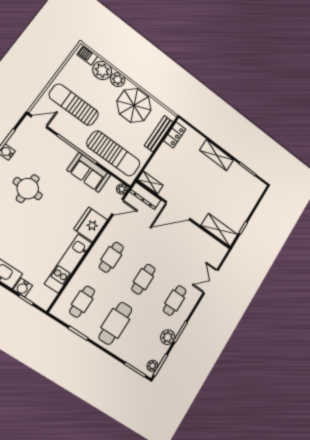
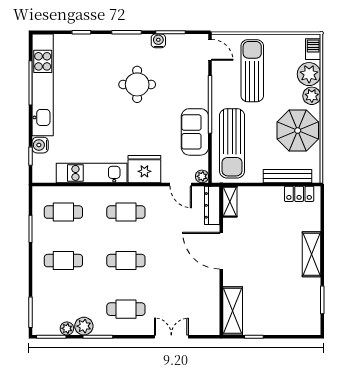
cafe table: (115, 323) -> (63, 261), width x0.73, depth x0.74
plant: (152, 366) -> (67, 328), moved

